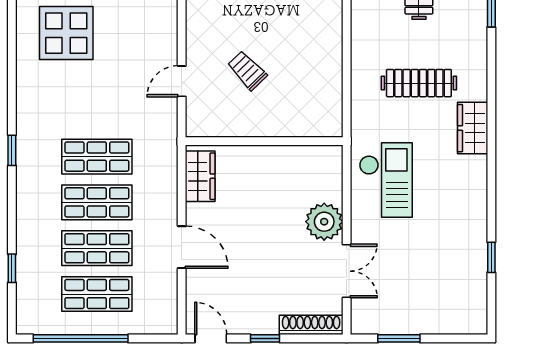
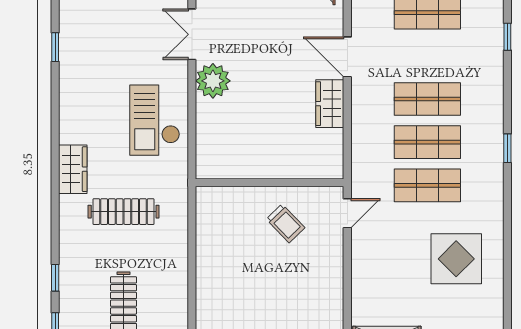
wall: (264, 141) -> (270, 183), moved
wardrobe: (200, 176) -> (330, 104), moved
shop shelf: (97, 248) -> (427, 185), moved

